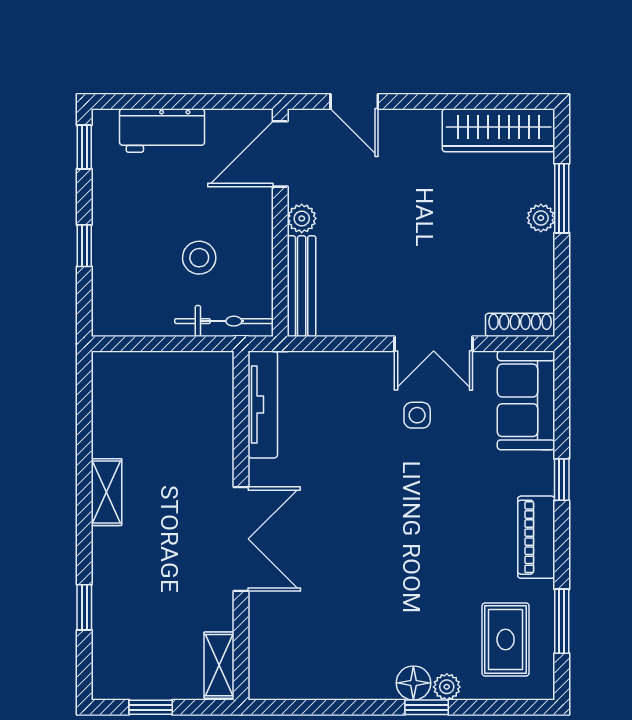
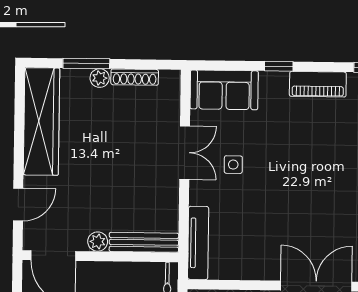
wardrobe: (499, 130) -> (42, 122), width x1.40, depth x1.17
shoe rack: (520, 325) -> (135, 77), moved, turned -90
tv unit: (263, 404) -> (198, 243), moved, turned 90

